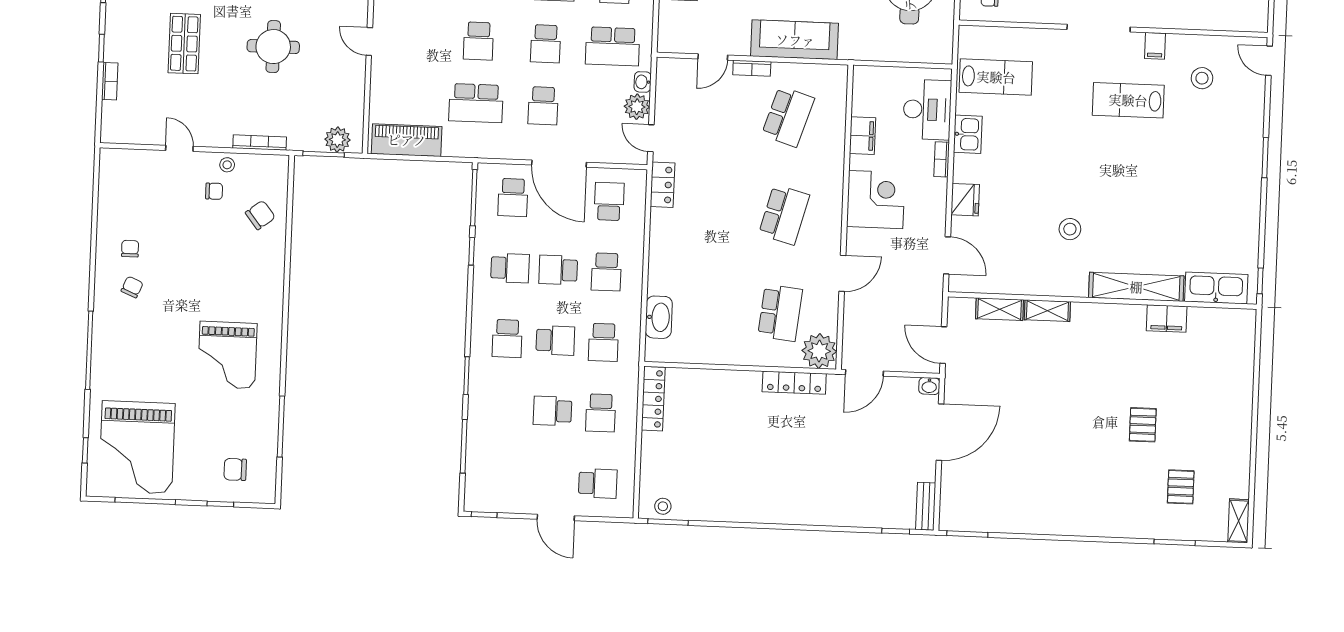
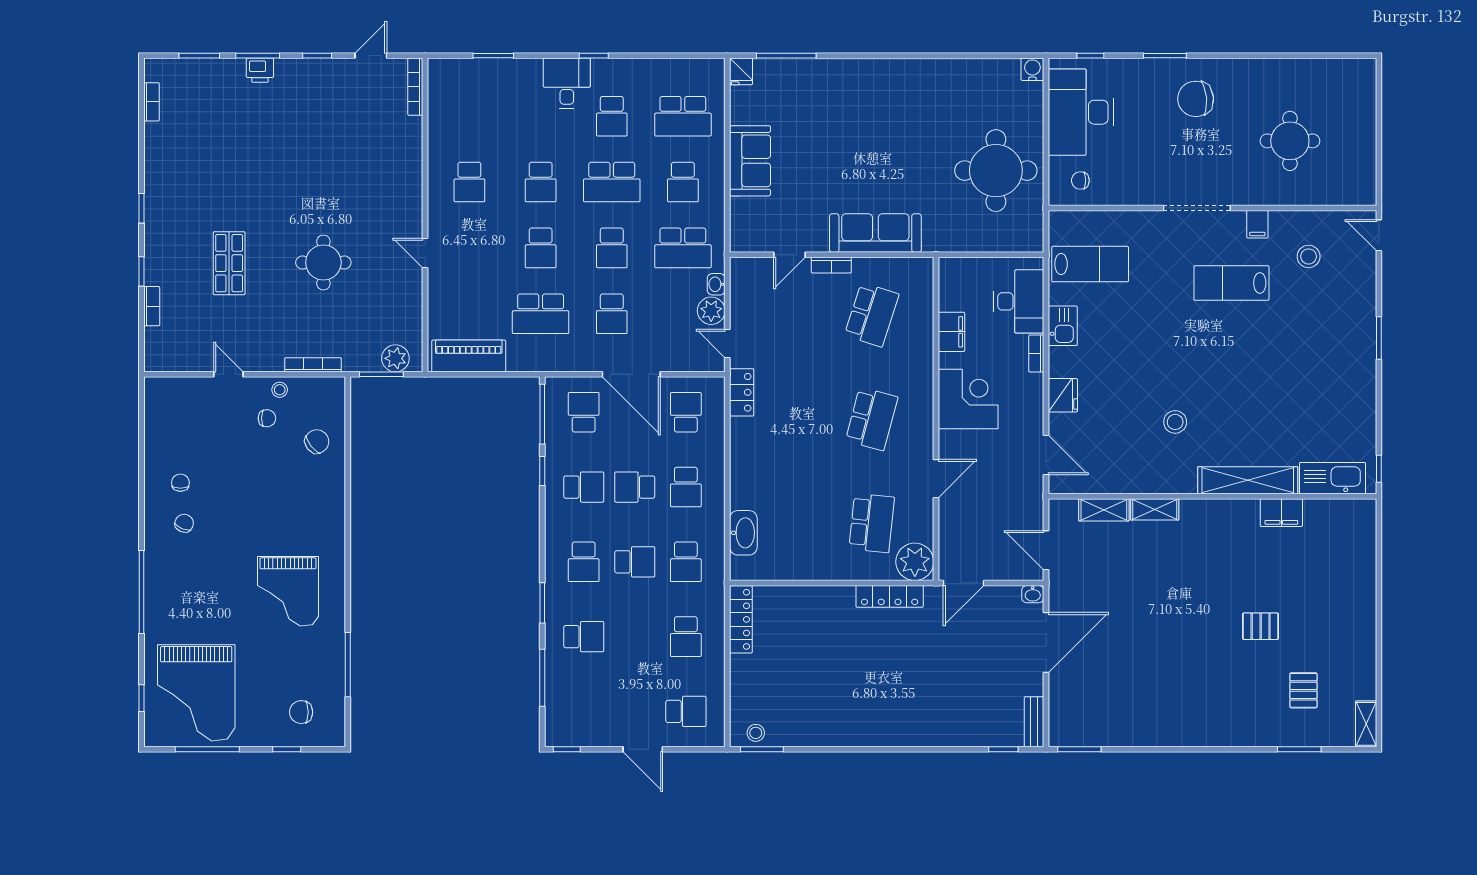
school desk: (513, 198) -> (584, 412), turned 180
school desk: (553, 411) -> (584, 637), moved, turned 180
pallet: (1143, 425) -> (1261, 626), turned 90

